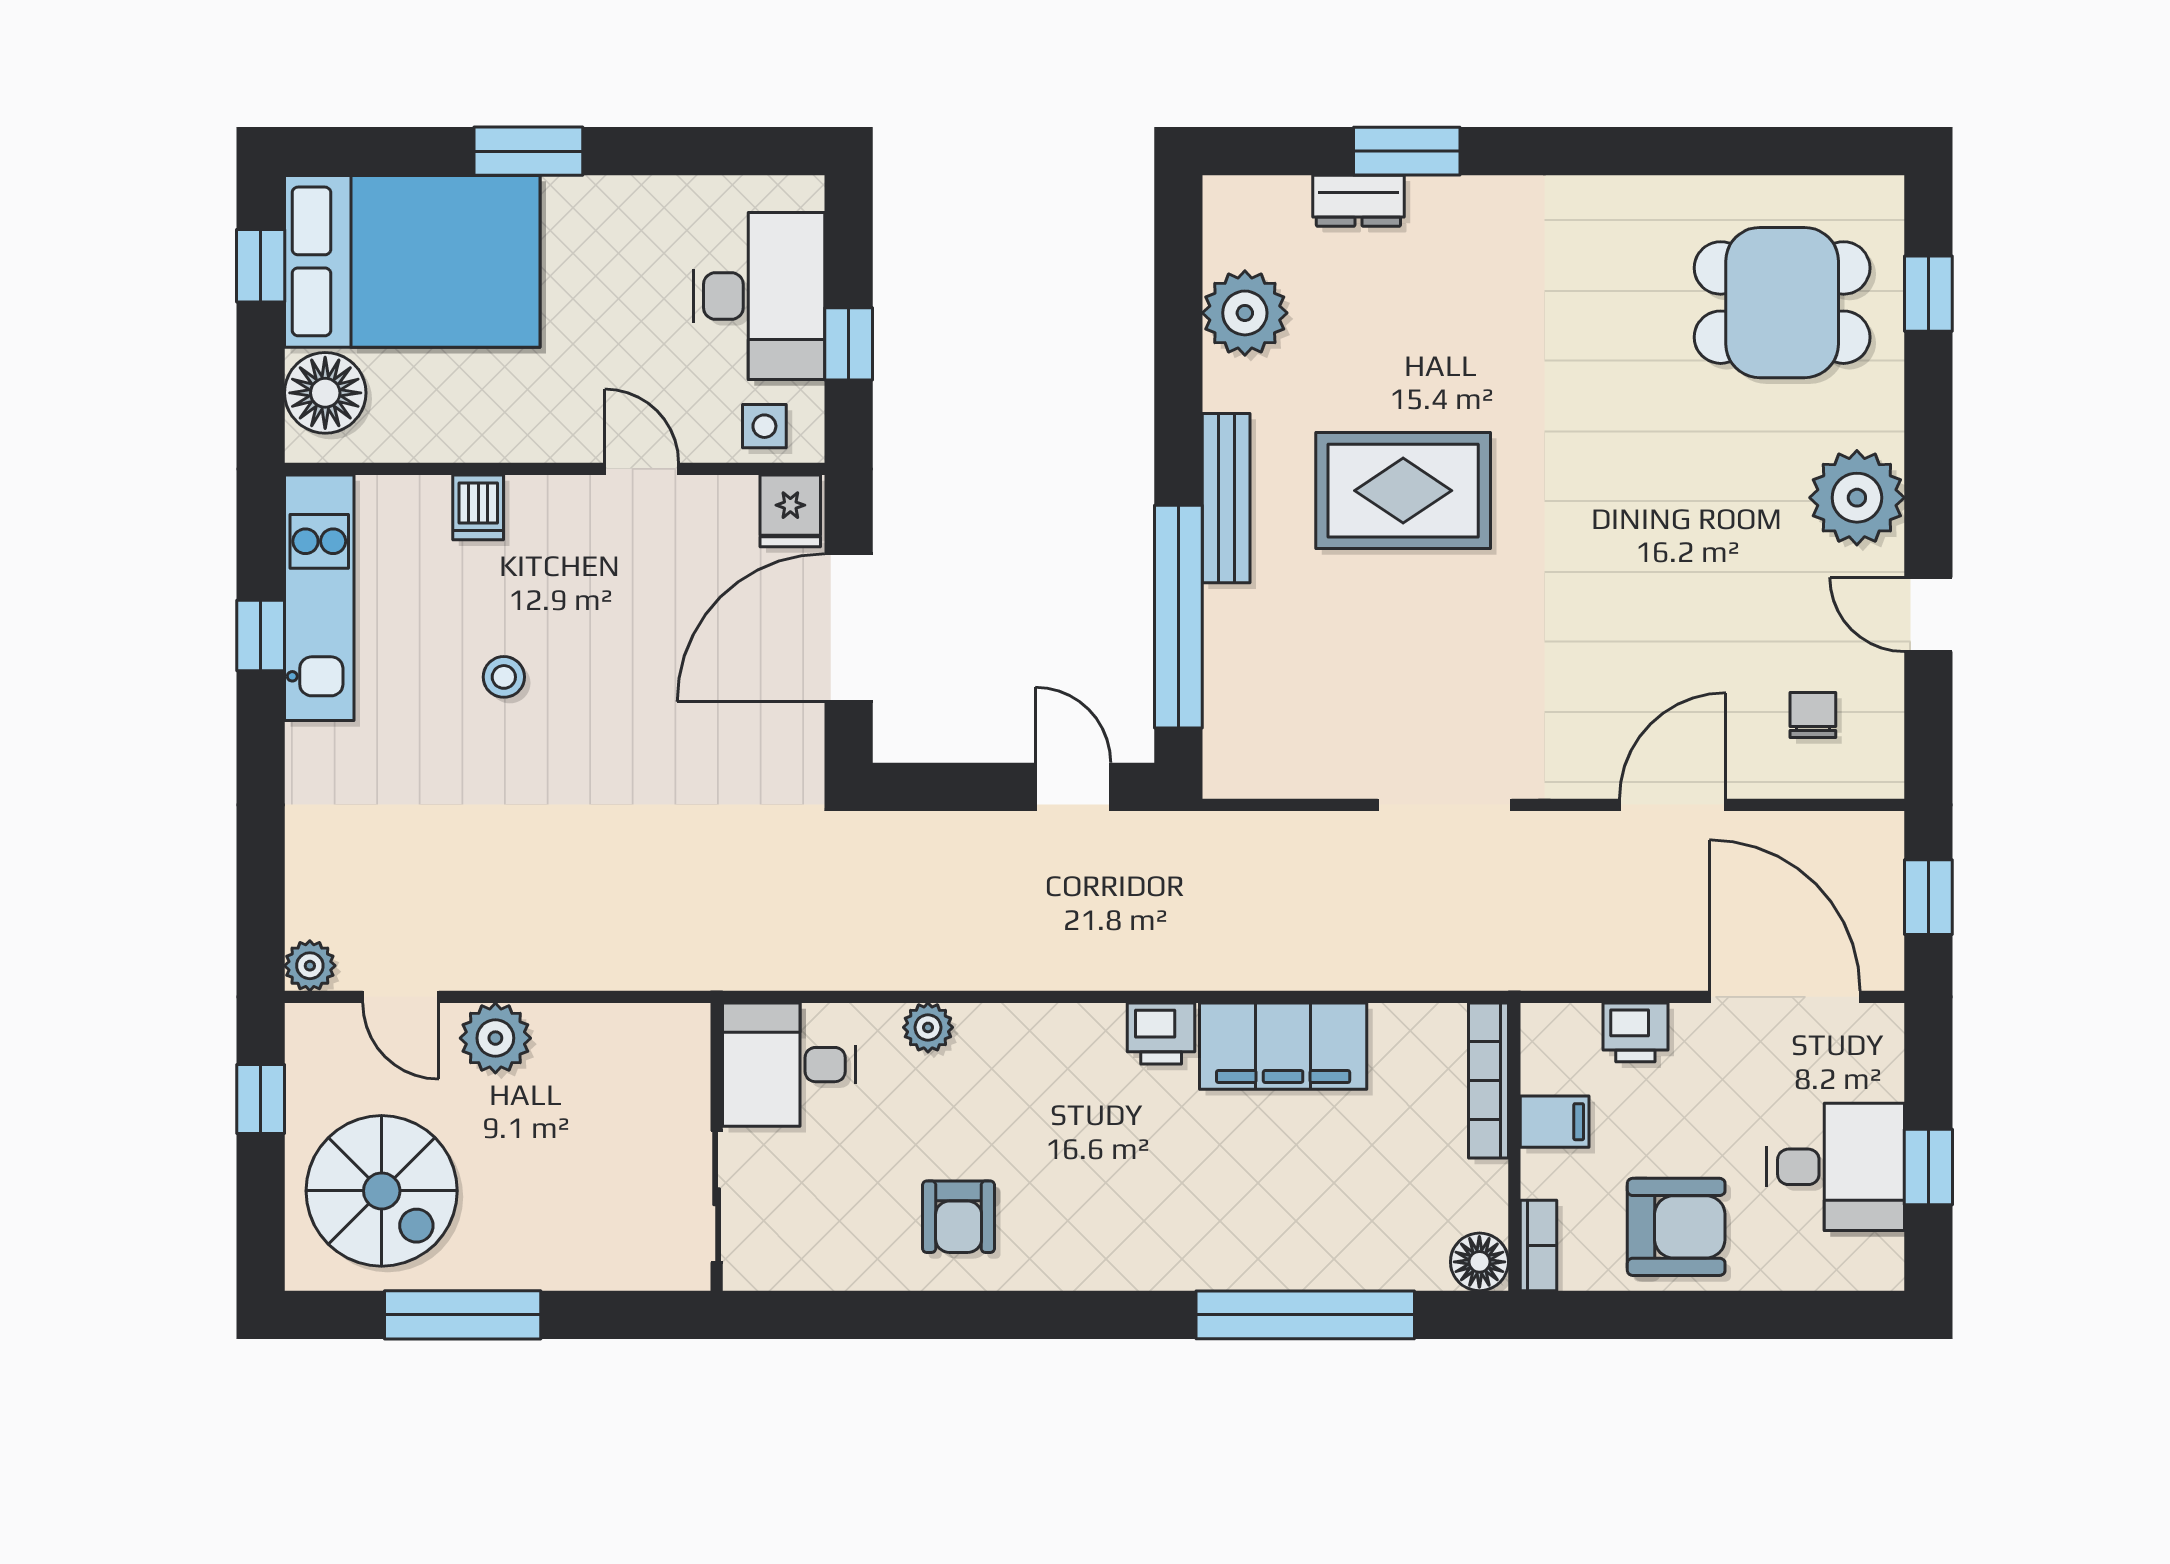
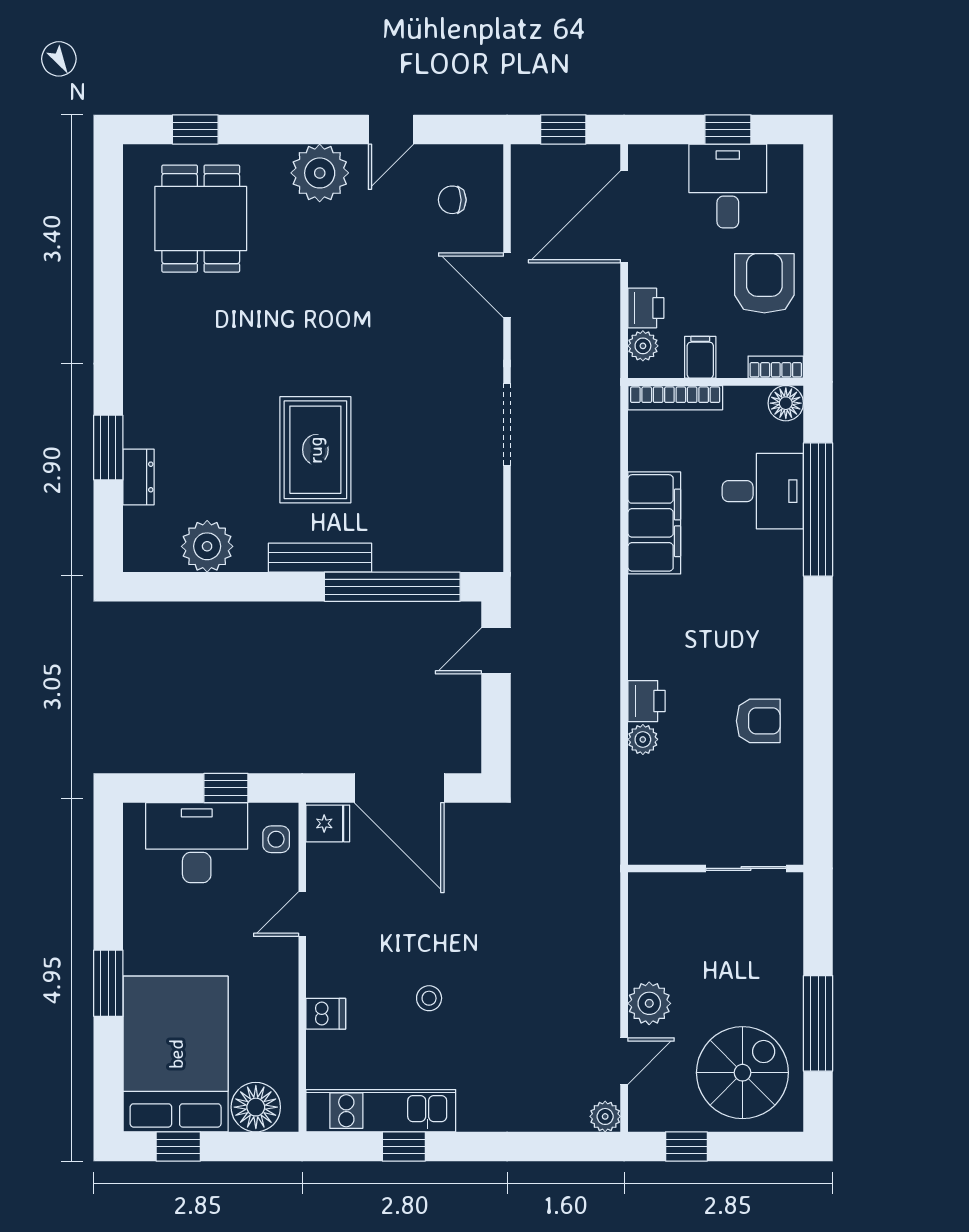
plant: (1573, 1028) -> (643, 346), added
printer: (1161, 1033) -> (646, 701), moved
desk: (789, 1065) -> (763, 491), moved, turned -90

